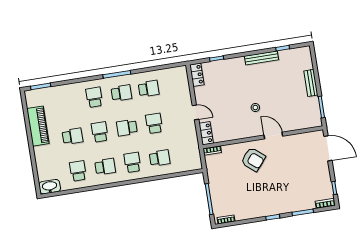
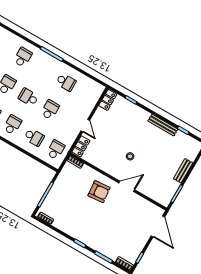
school desk: (121, 93) -> (56, 150), moved, turned -90
door: (273, 136) -> (127, 186), hinge flipped
armchair: (253, 159) -> (99, 192), turned -45

